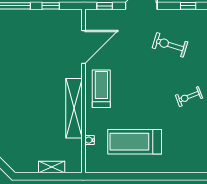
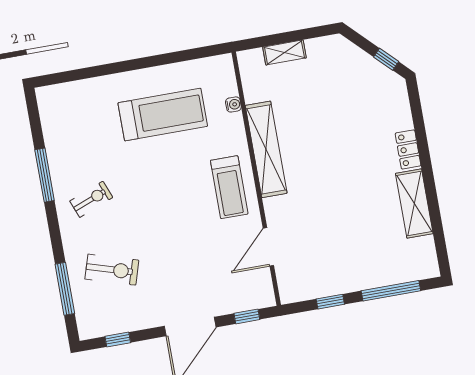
exercise bike: (170, 45) -> (112, 270), moved
door: (83, 47) -> (268, 247), width x0.73

